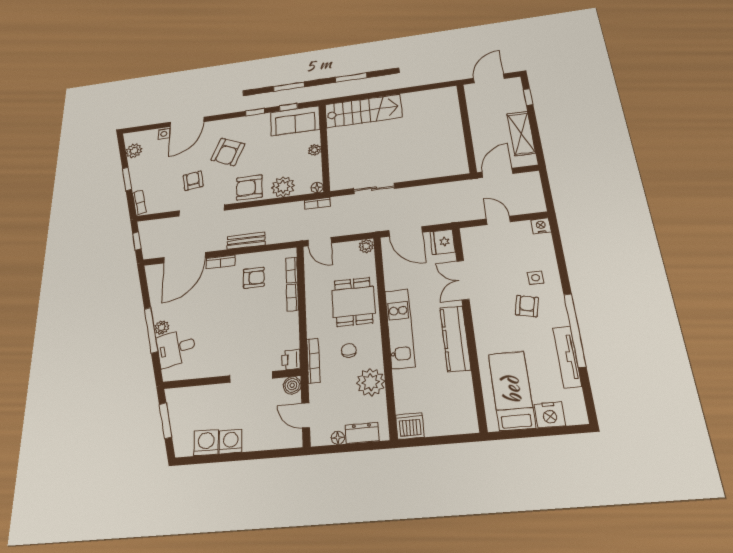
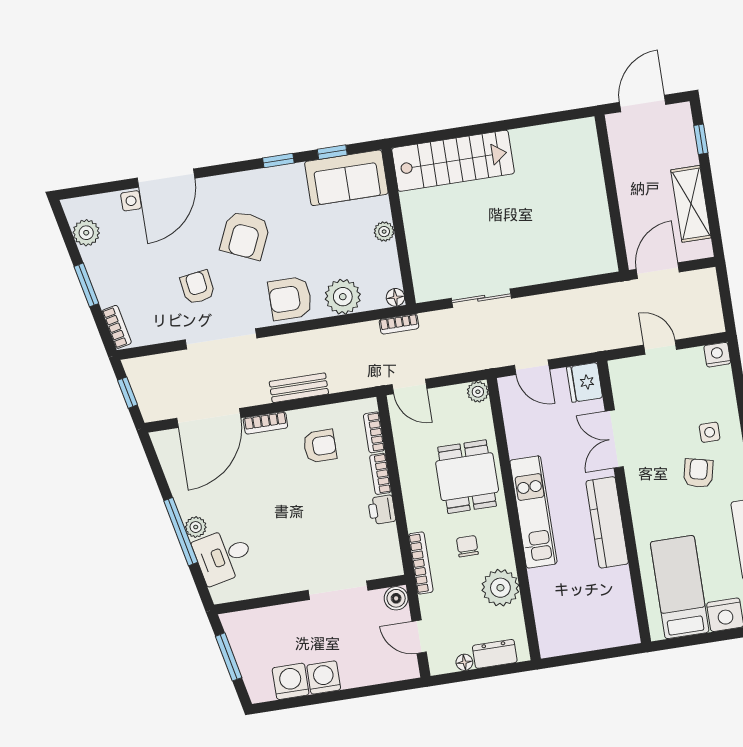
door: (406, 231) -> (532, 367), width x0.73
printer: (291, 360) -> (382, 510), moved
dishwasher: (410, 426) -> (555, 641), removed

